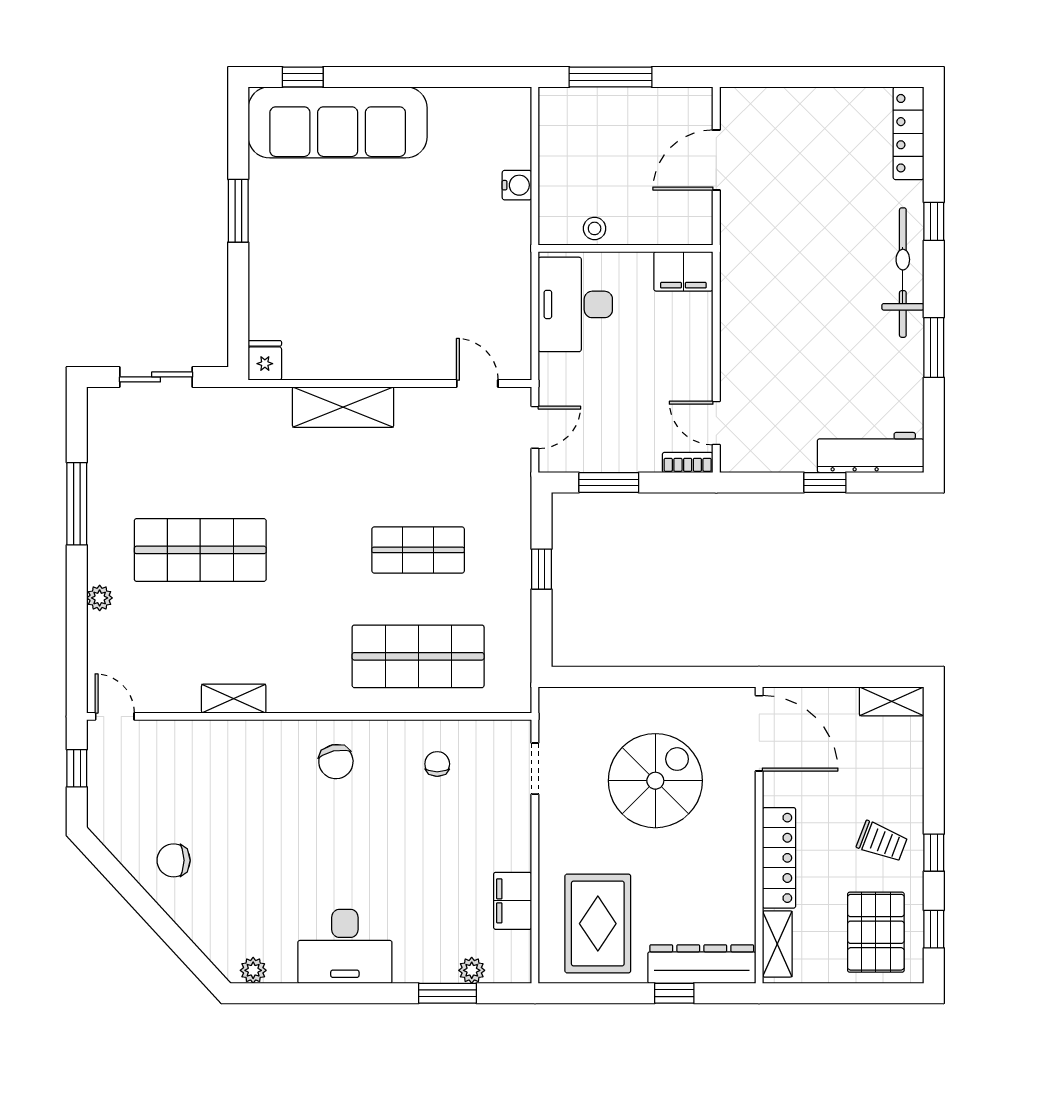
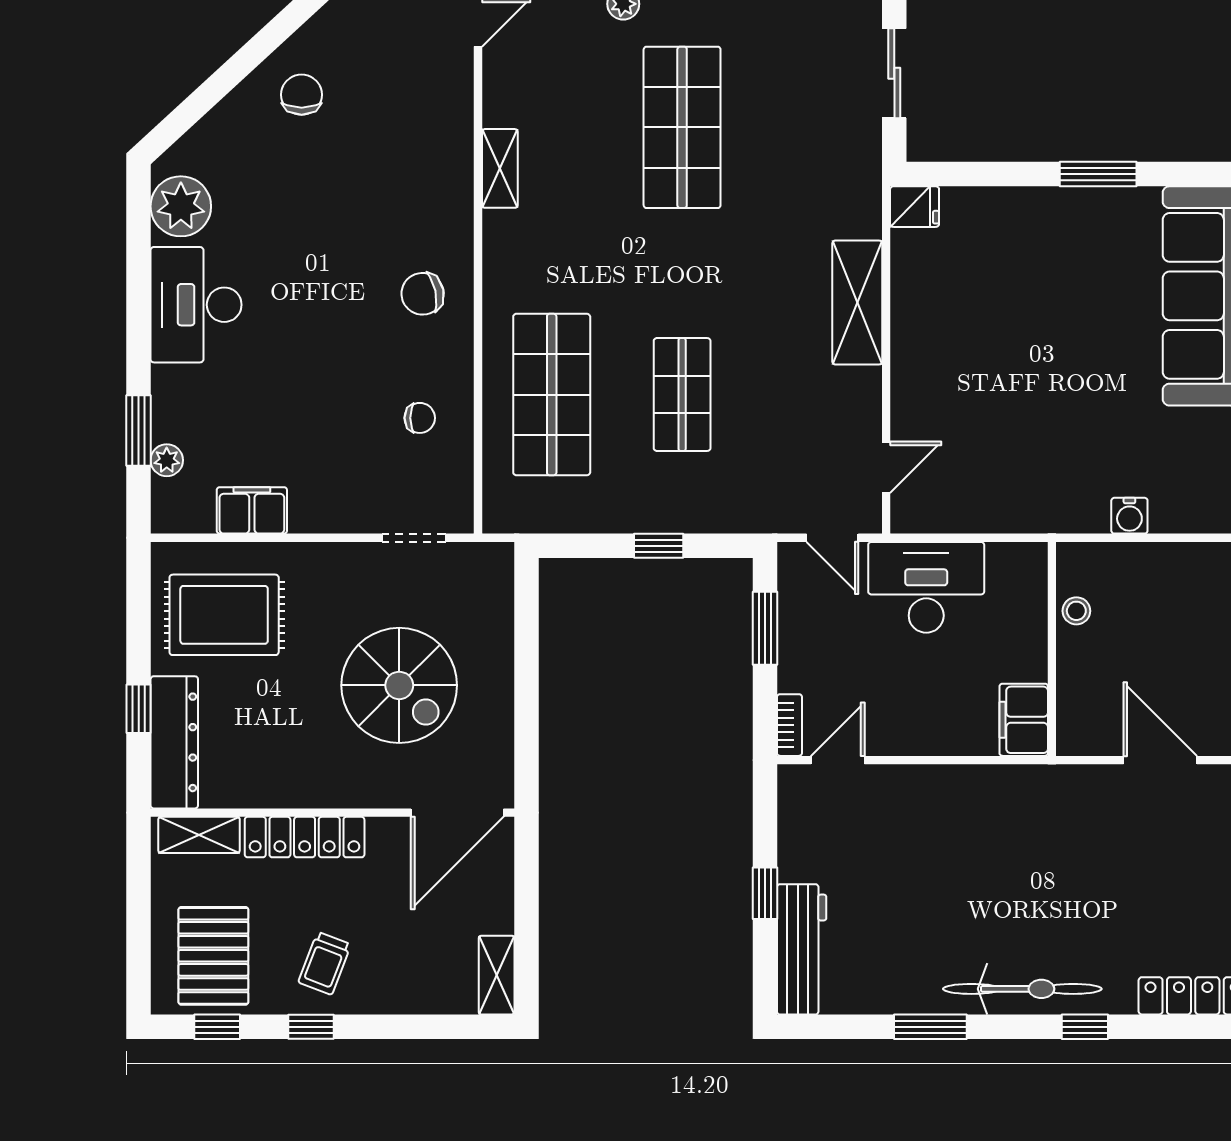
desk: (575, 304) -> (926, 587), moved
pallet: (876, 932) -> (213, 956), turned 90
plant: (253, 970) -> (181, 206), width x1.87, depth x1.87

